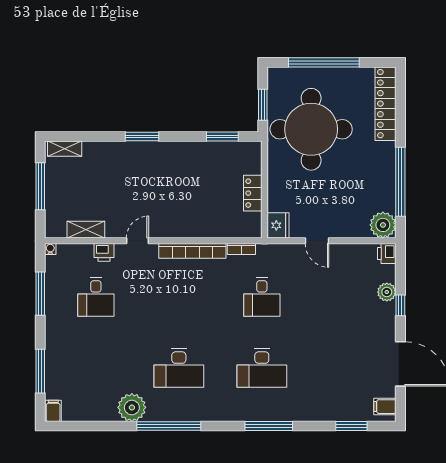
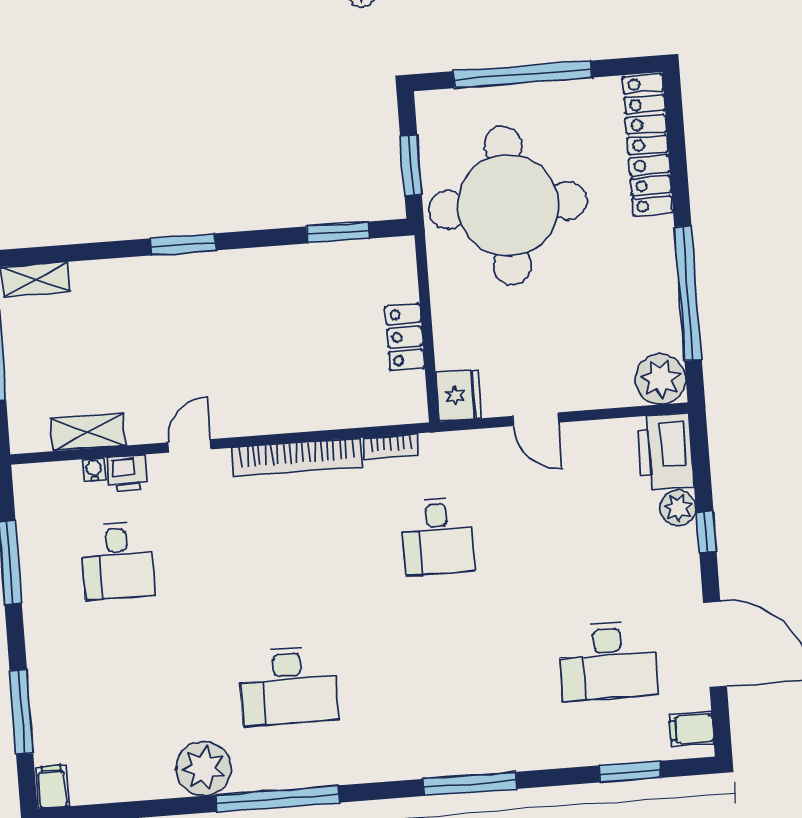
water cooler: (50, 249) -> (94, 469), moved
printer: (387, 253) -> (665, 451), width x1.87, depth x1.48
desk: (262, 368) -> (608, 661), moved

